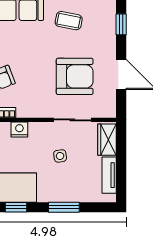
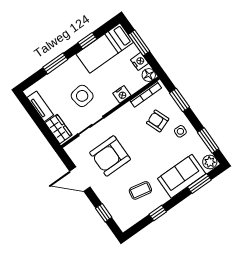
side table: (60, 156) -> (82, 96), width x1.87, depth x1.87

